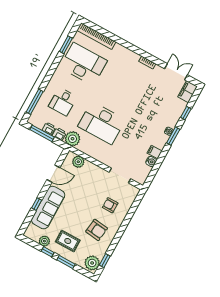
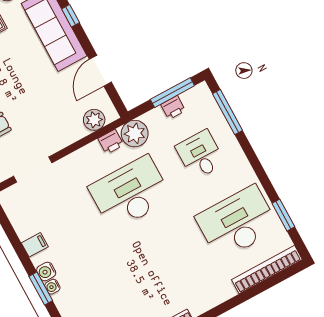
desk: (83, 64) -> (237, 223), turned 180
printer: (59, 134) -> (111, 142), moved
water cooler: (151, 161) -> (46, 271), moved

